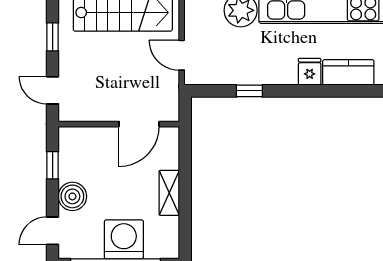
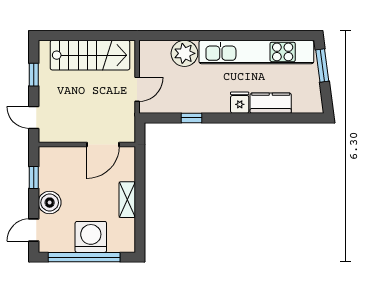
door: (182, 55) -> (137, 89), swing flipped

